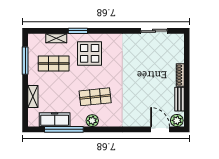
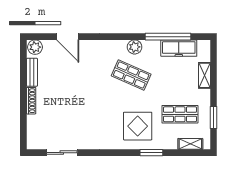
shelving: (56, 38) -> (190, 144), moved
window: (25, 61) -> (214, 118), width x0.69
shop shelf: (95, 97) -> (131, 75), turned 30
door: (160, 129) -> (68, 37), moved

